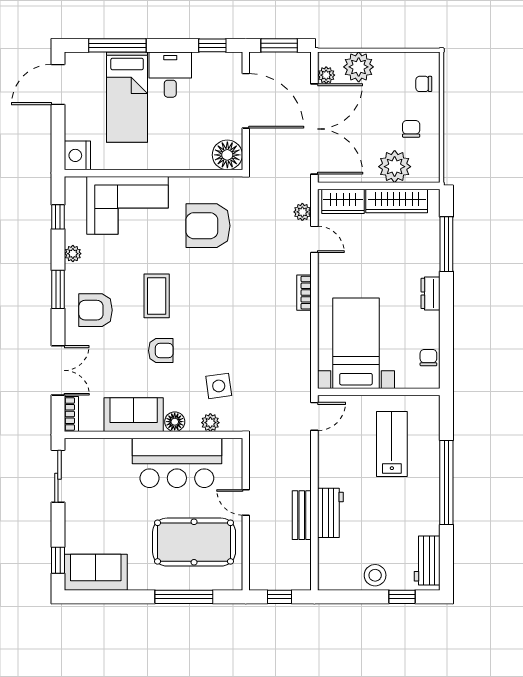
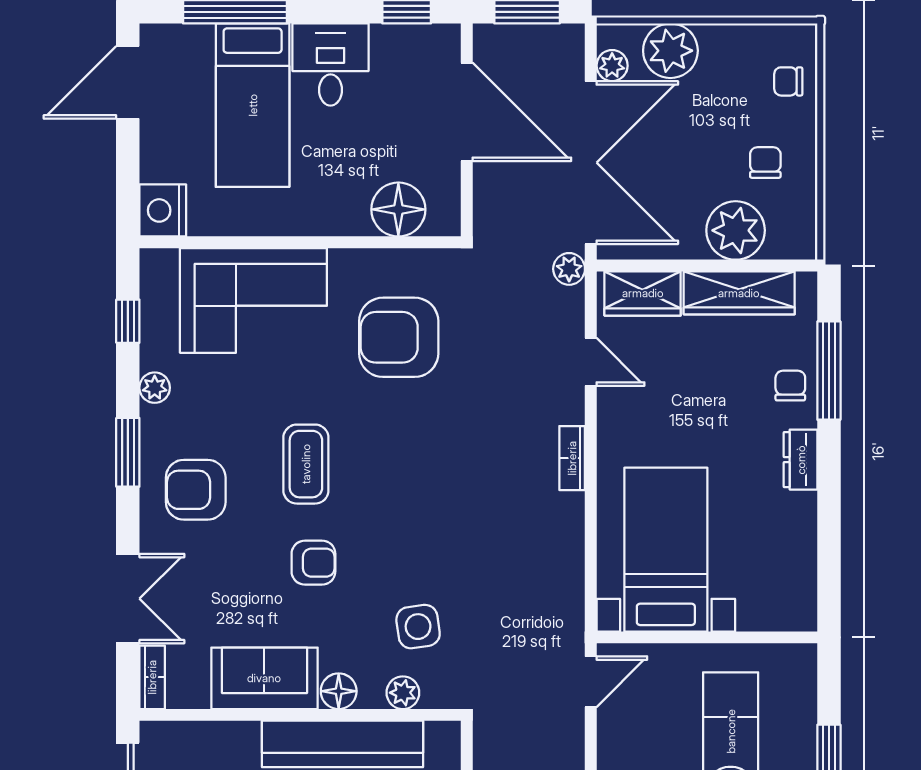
floor lamp: (227, 155) -> (398, 209), moved
plant: (302, 212) -> (569, 269), moved
chair: (428, 358) -> (790, 386), moved

